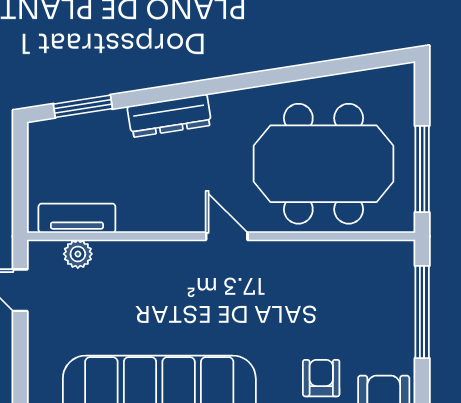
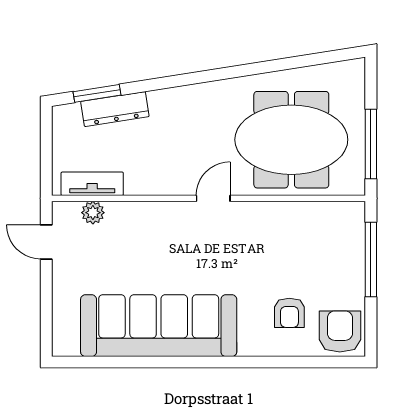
dresser: (169, 116) -> (115, 109), moved
door: (227, 236) -> (213, 198), hinge flipped
armchair: (321, 378) -> (289, 313), turned 180

